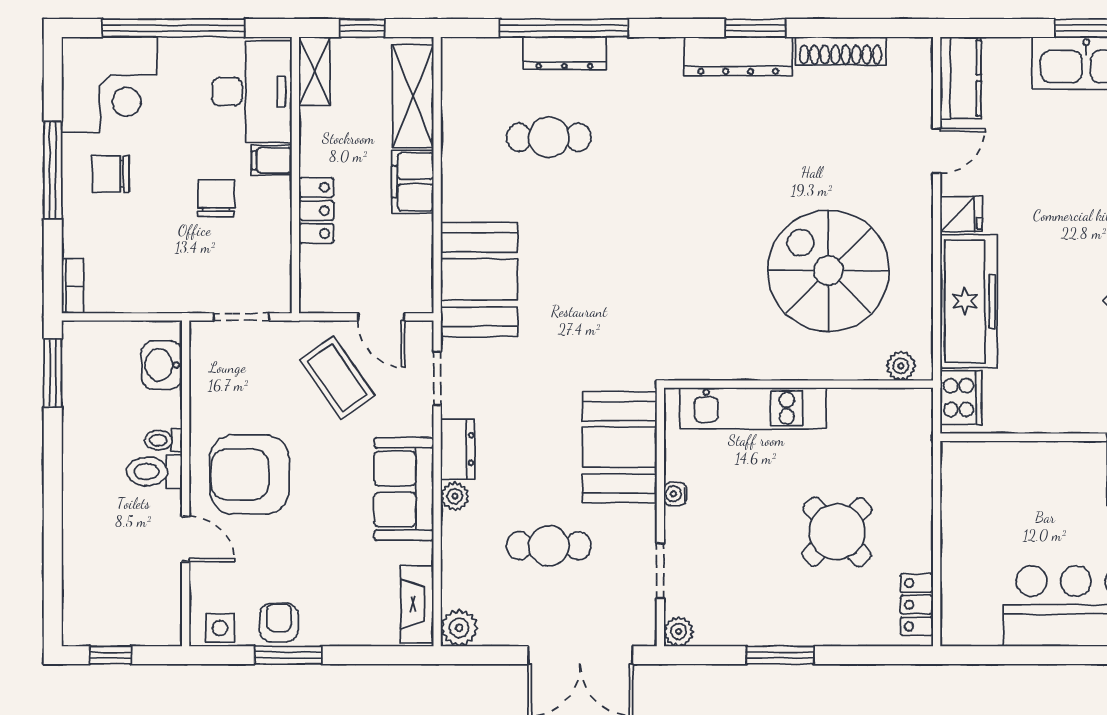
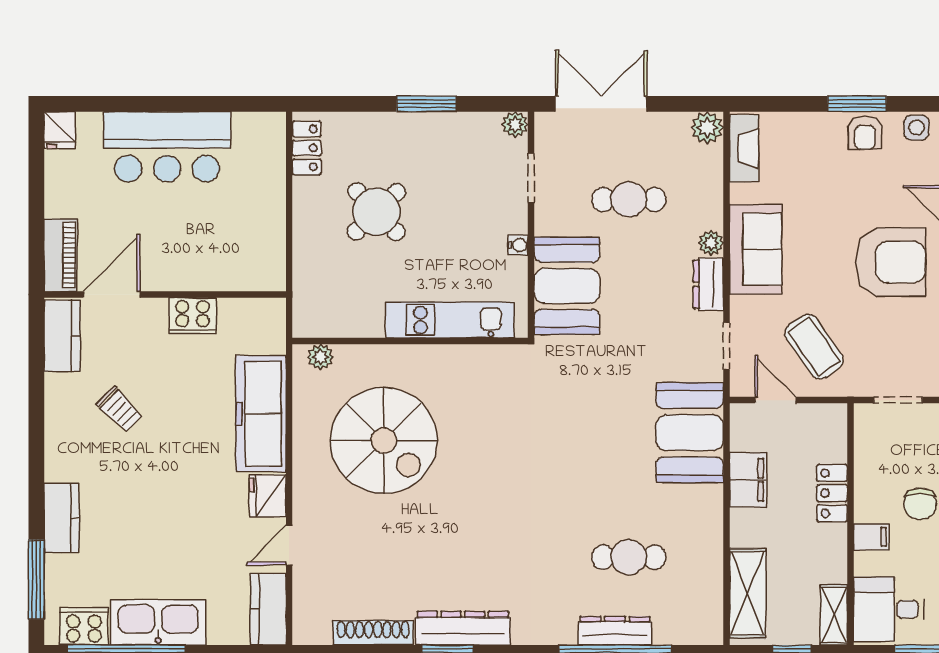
desk: (252, 92) -> (889, 609), width x0.73
filing cabinet: (413, 182) -> (748, 480), moved
fridge: (961, 214) -> (268, 496), width x1.38
cooker: (961, 398) -> (193, 316), moved, turned -90

